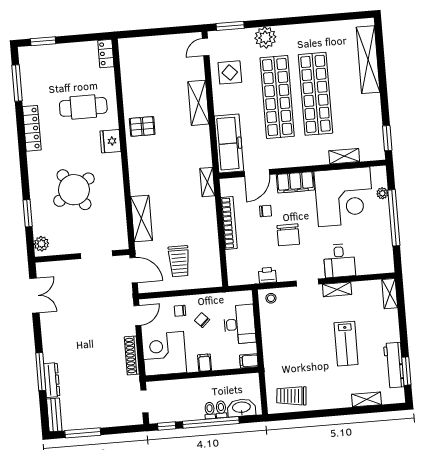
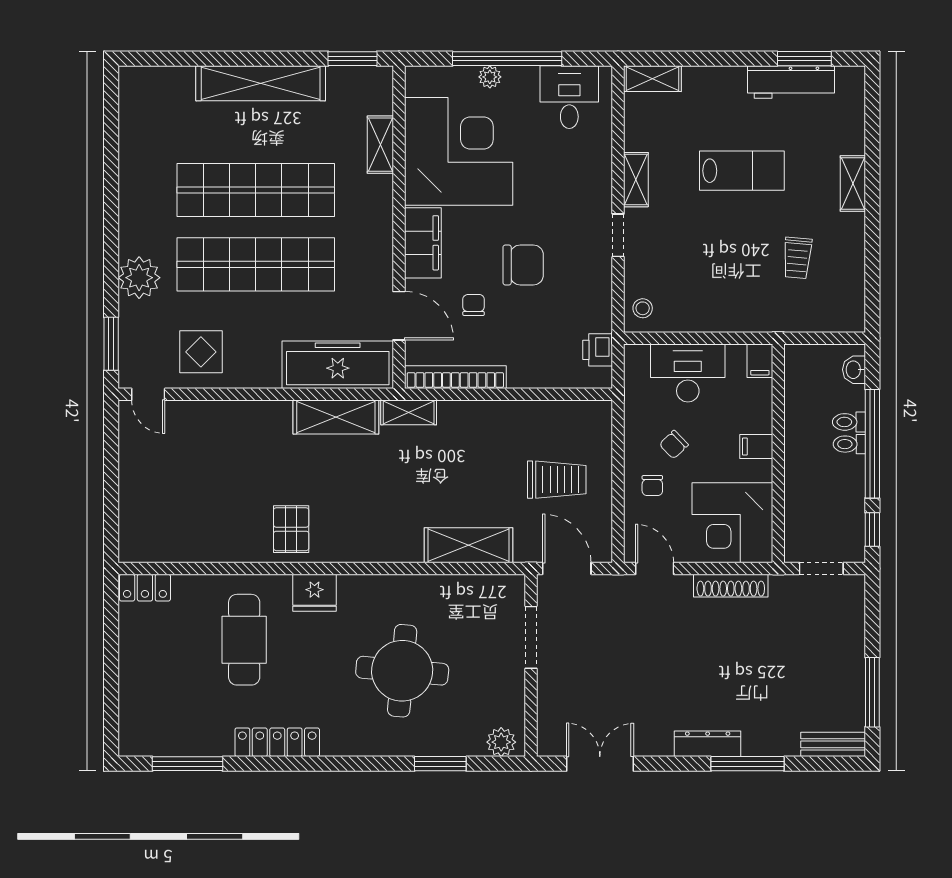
window: (43, 41) -> (111, 707), removed
shelving: (368, 60) -> (261, 83), moved
shelving: (198, 103) -> (336, 417), moved
round table: (74, 190) -> (402, 671), turned 38
plant: (382, 193) -> (490, 77), moved
bookcase: (229, 223) -> (455, 377), moved
desk: (339, 261) -> (569, 97), moved, turned -90
door: (134, 270) -> (567, 568), hinge flipped
printer: (267, 275) -> (598, 350), moved
dresser: (52, 380) -> (708, 744), moved
trolley: (291, 396) -> (797, 258), moved, width x0.73, depth x0.72
shelving: (367, 399) -> (853, 184), moved
washbasin: (241, 408) -> (854, 370), width x0.52, depth x0.69

